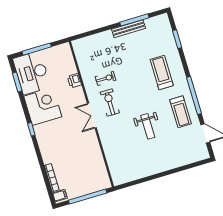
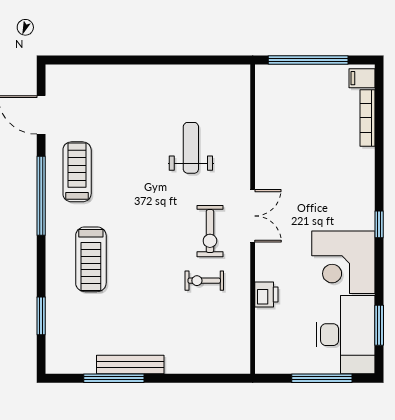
weight bench: (148, 126) -> (191, 148), moved

